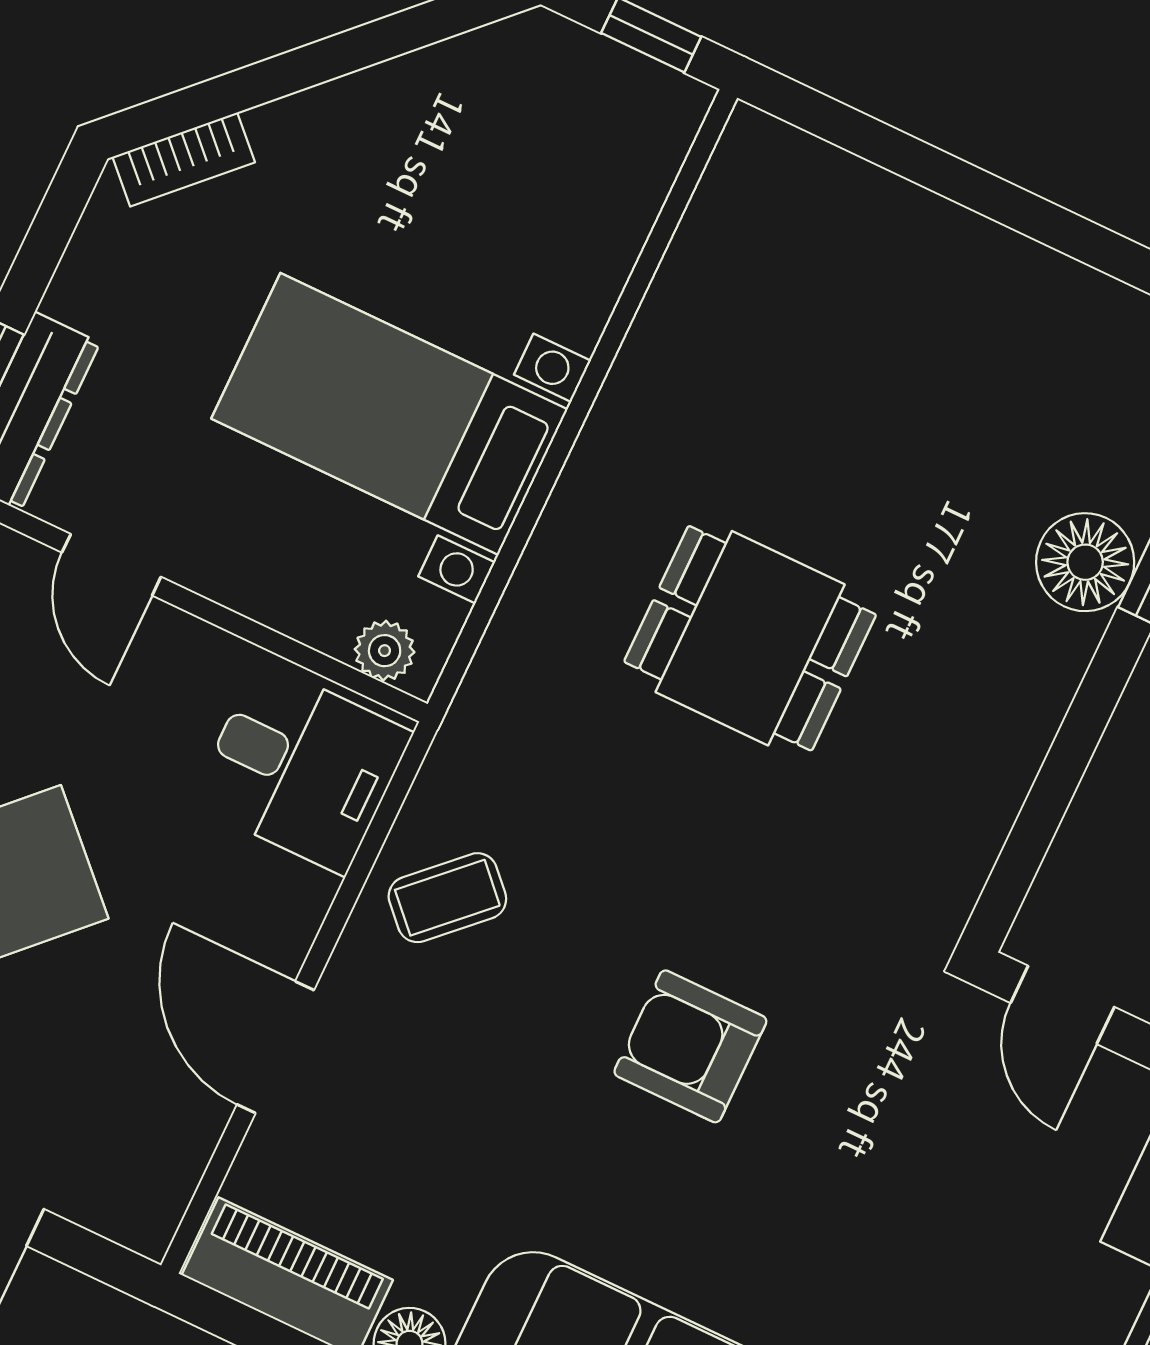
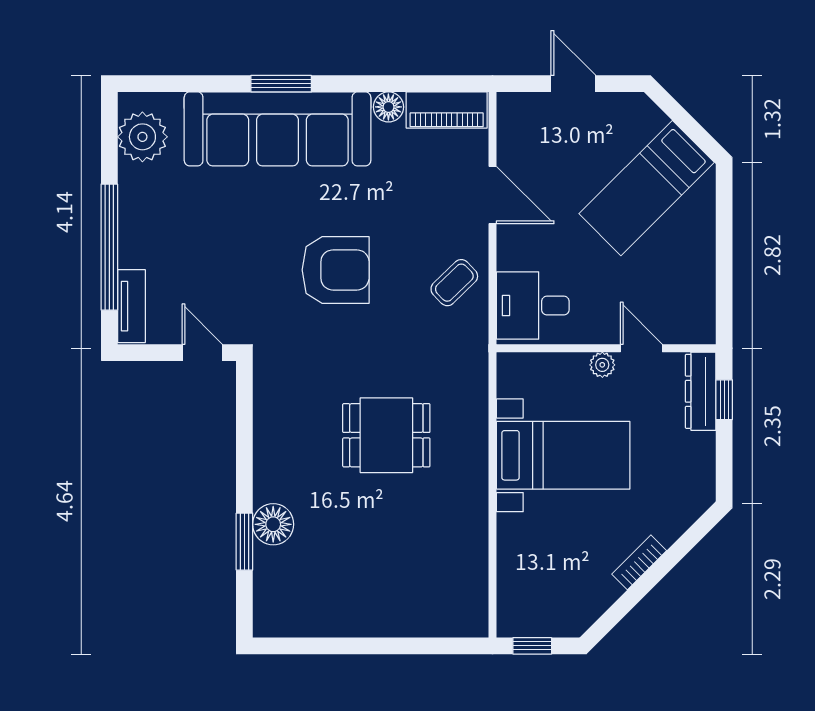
bookcase: (184, 160) -> (639, 562), moved
plant: (385, 651) -> (602, 365), moved
armchair: (690, 1046) -> (336, 270), width x1.36, depth x1.36

